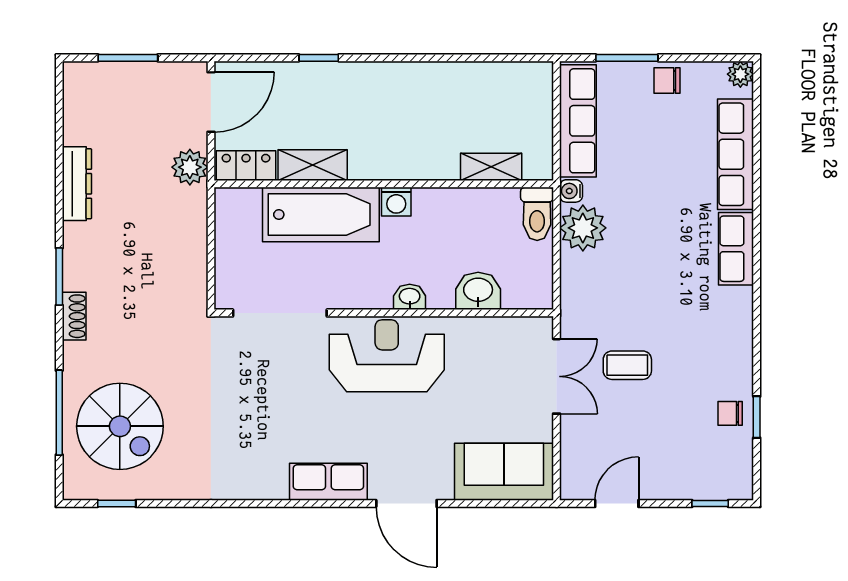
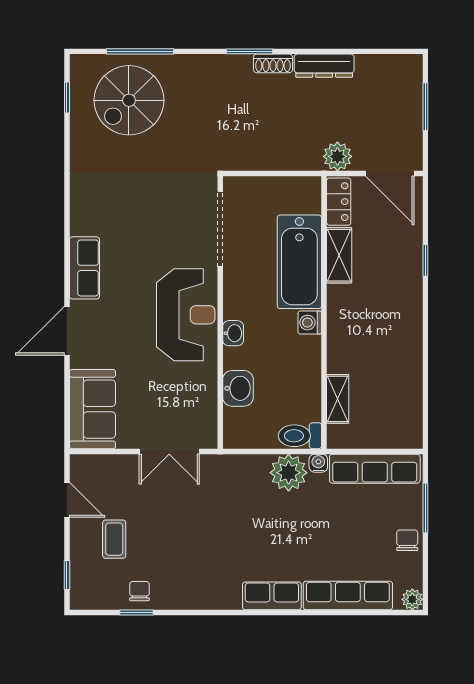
shoe rack: (74, 316) -> (273, 63), moved
coffee table: (627, 365) -> (114, 539), moved

